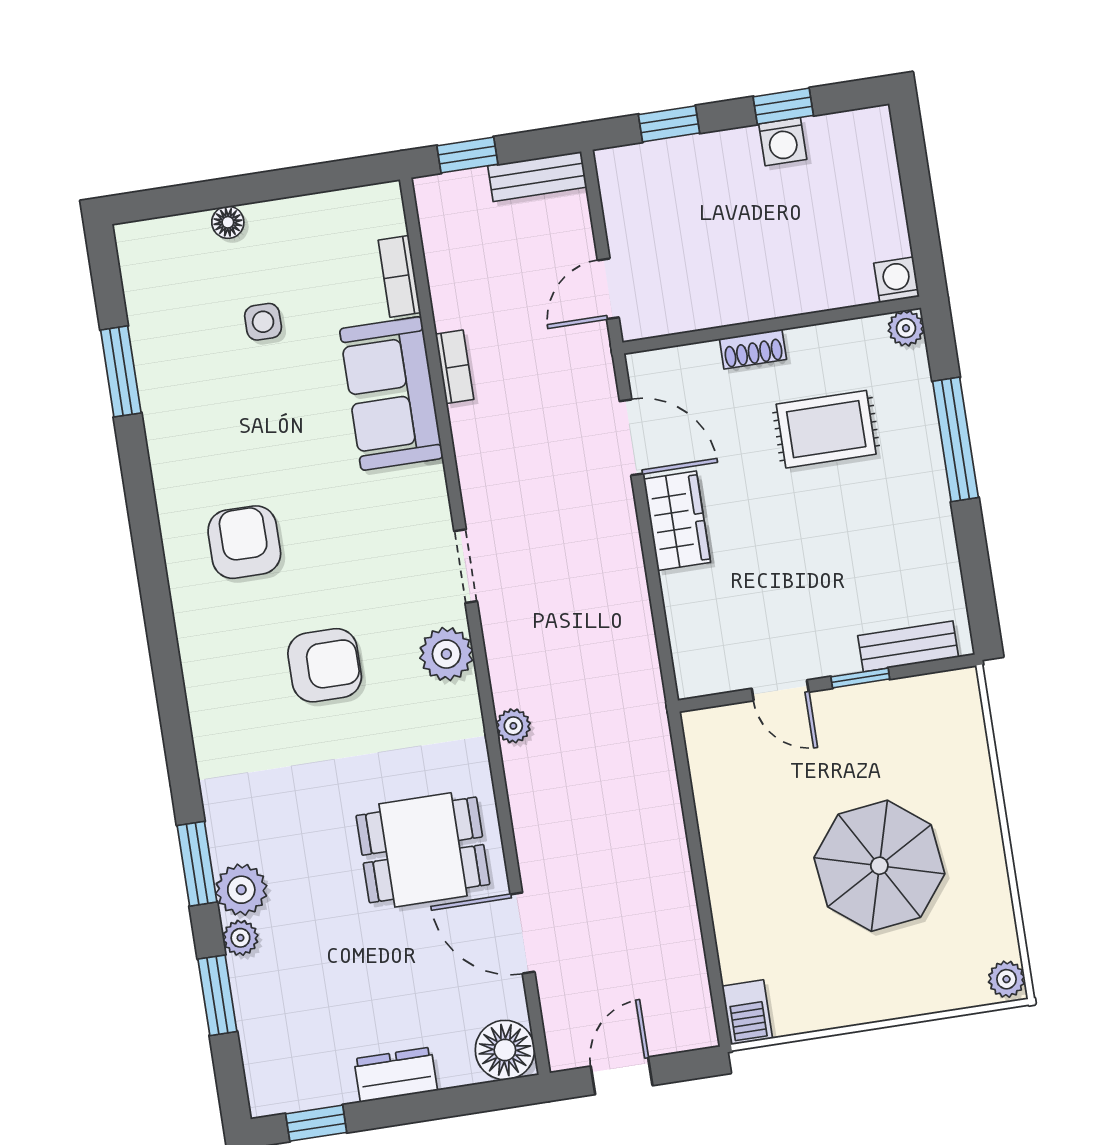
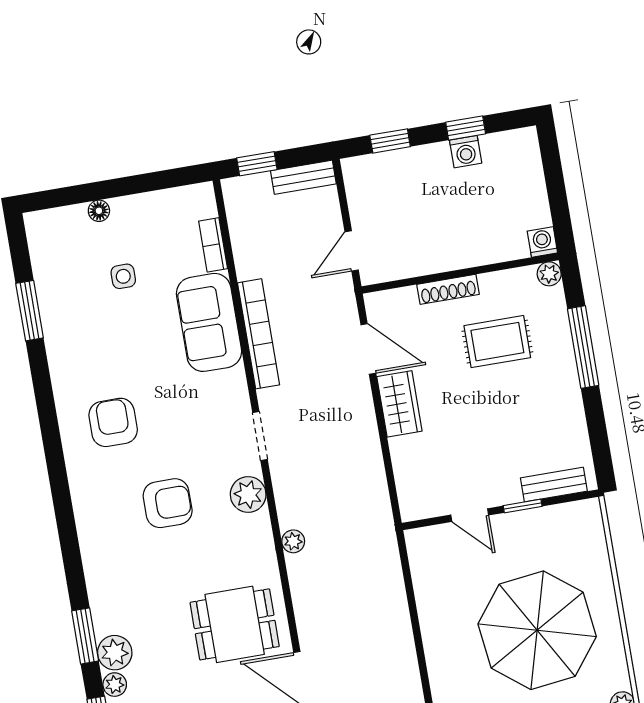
shoe rack: (753, 349) -> (448, 289), width x1.43
bookcase: (455, 367) -> (259, 334), width x2.31, depth x1.31
parasol: (879, 866) -> (537, 630), width x1.36, depth x1.36

